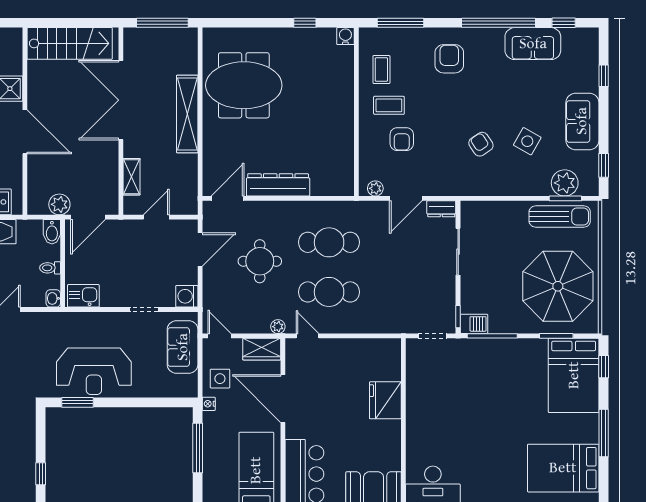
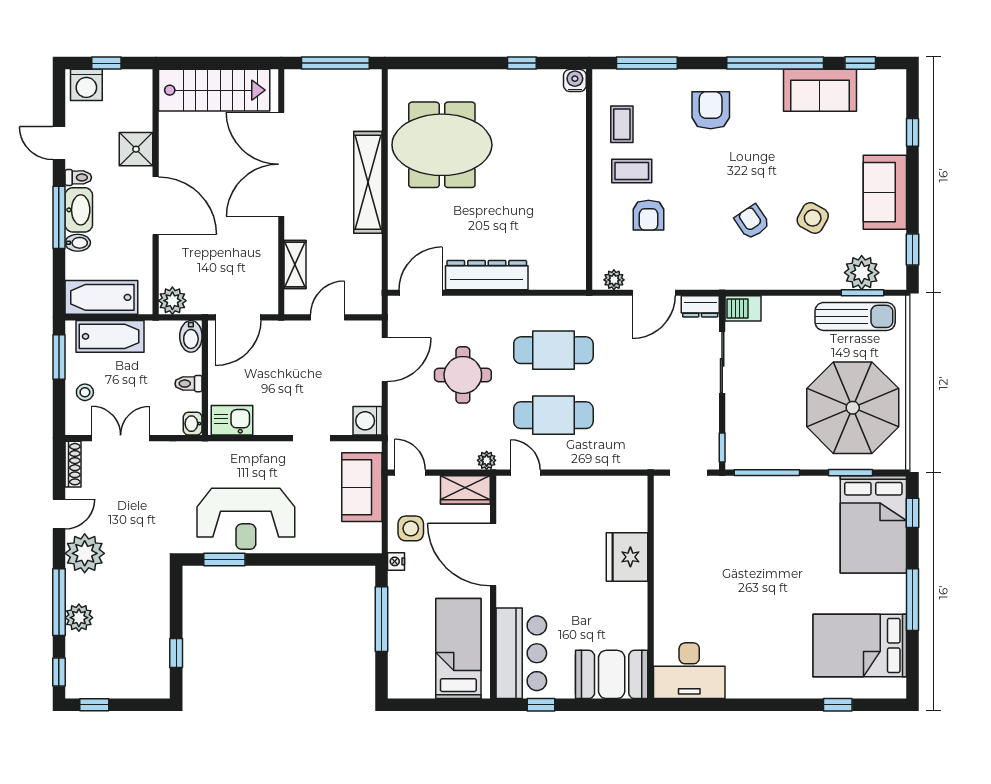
plant: (59, 204) -> (172, 301), moved
barbecue: (474, 324) -> (743, 308), moved, turned 180

